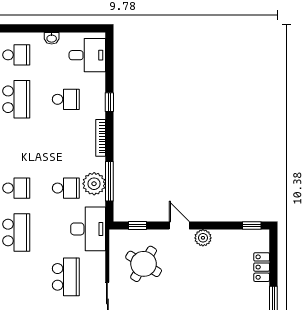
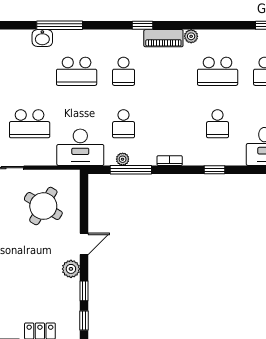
bookcase: (101, 138) -> (170, 161), width x0.64
plant: (94, 184) -> (123, 159), width x0.53, depth x0.53
window: (138, 225) -> (84, 291), moved

